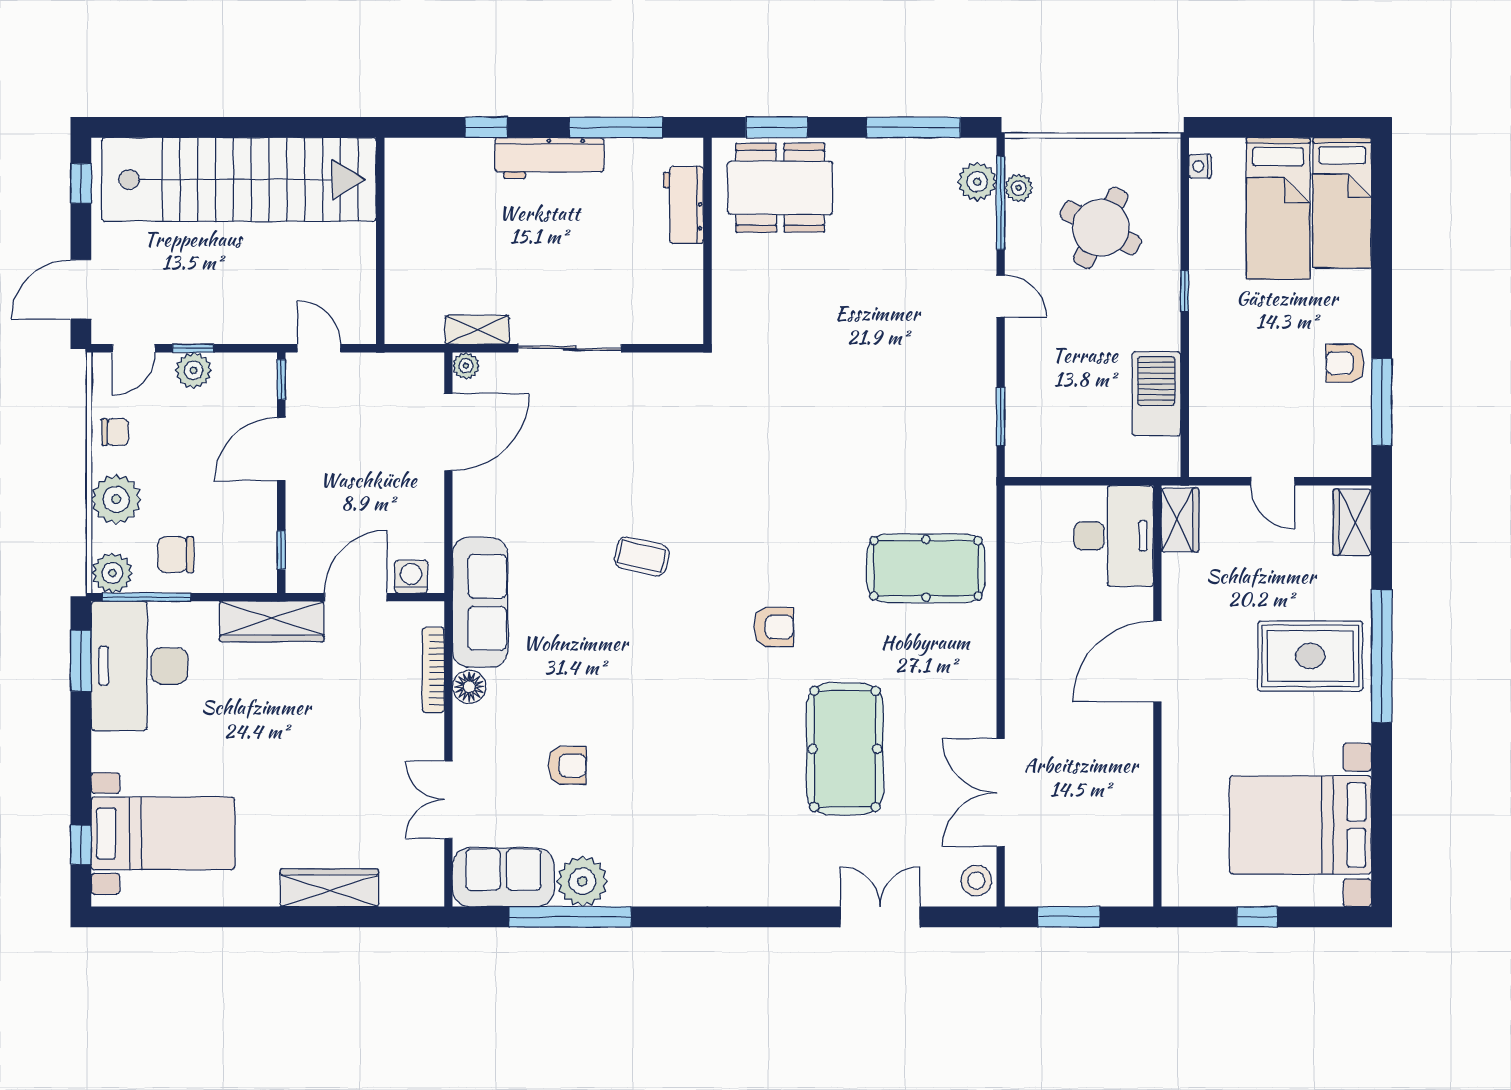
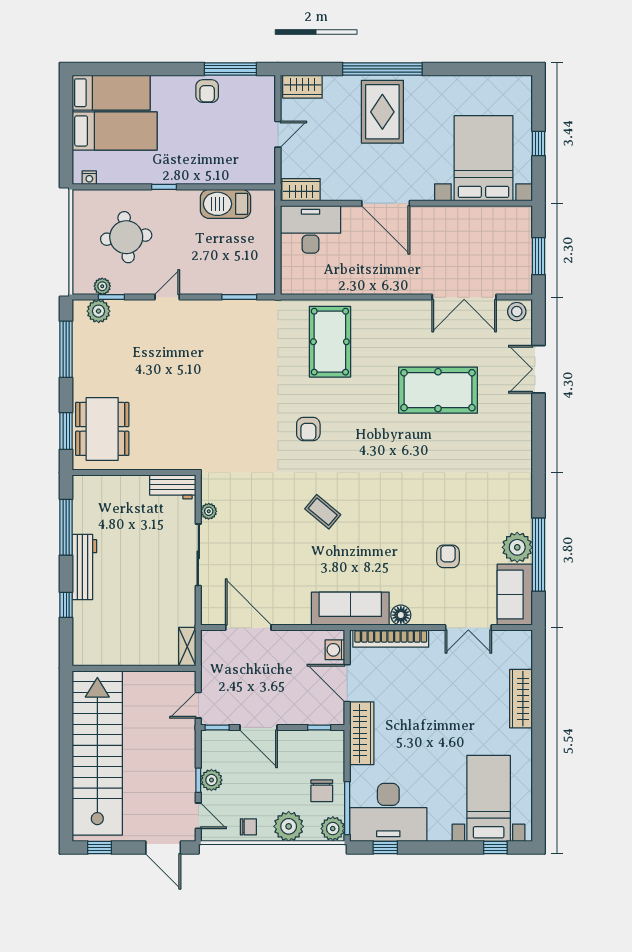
window: (1001, 203) -> (111, 297), width x0.46
workbench: (683, 205) -> (173, 487), moved
round table: (1101, 228) -> (126, 237), turned -34
shelving: (477, 330) -> (187, 647), moved
plant: (466, 366) -> (209, 511), moved
chair: (115, 432) -> (248, 827), turned 90
coffee table: (642, 556) -> (323, 512), turned -63
armchair: (774, 627) -> (308, 429), moved, turned 180
window: (81, 661) -> (385, 847), width x0.67
bookcase: (433, 670) -> (391, 639), width x1.48, depth x1.31
bed with nightstands: (1300, 825) -> (484, 158), moved, turned 180

